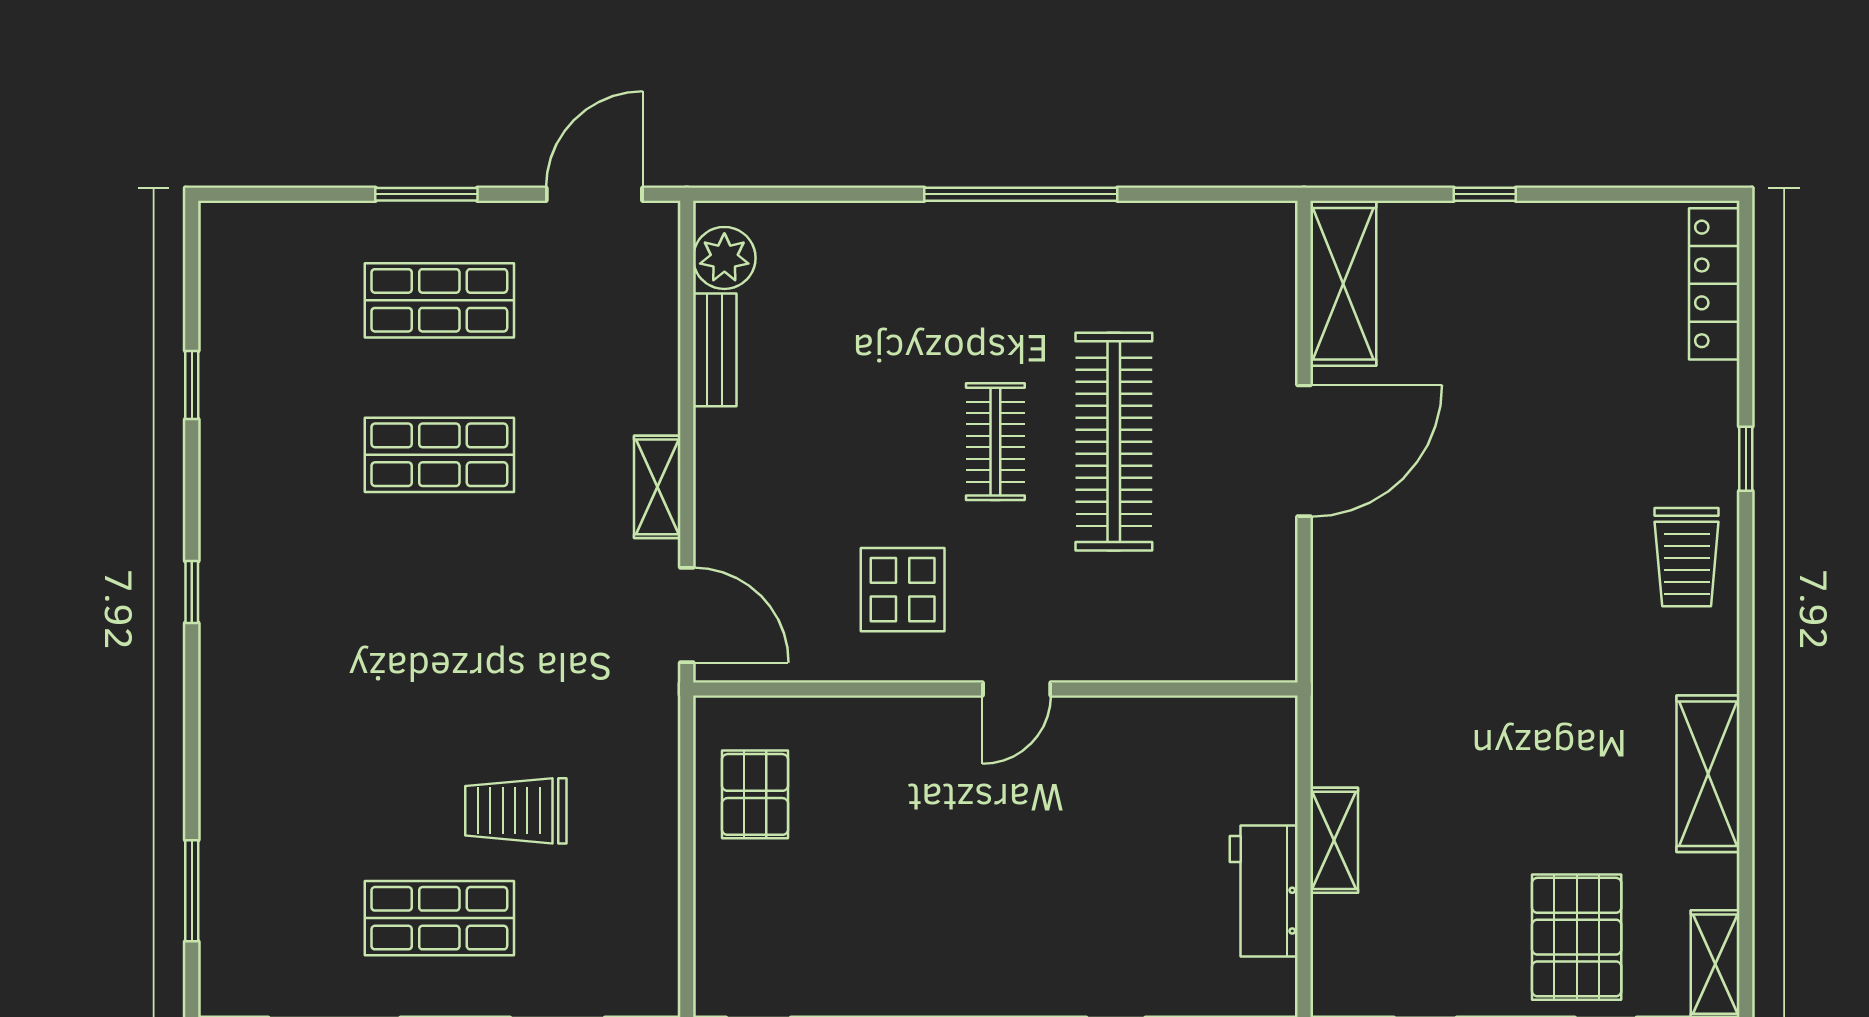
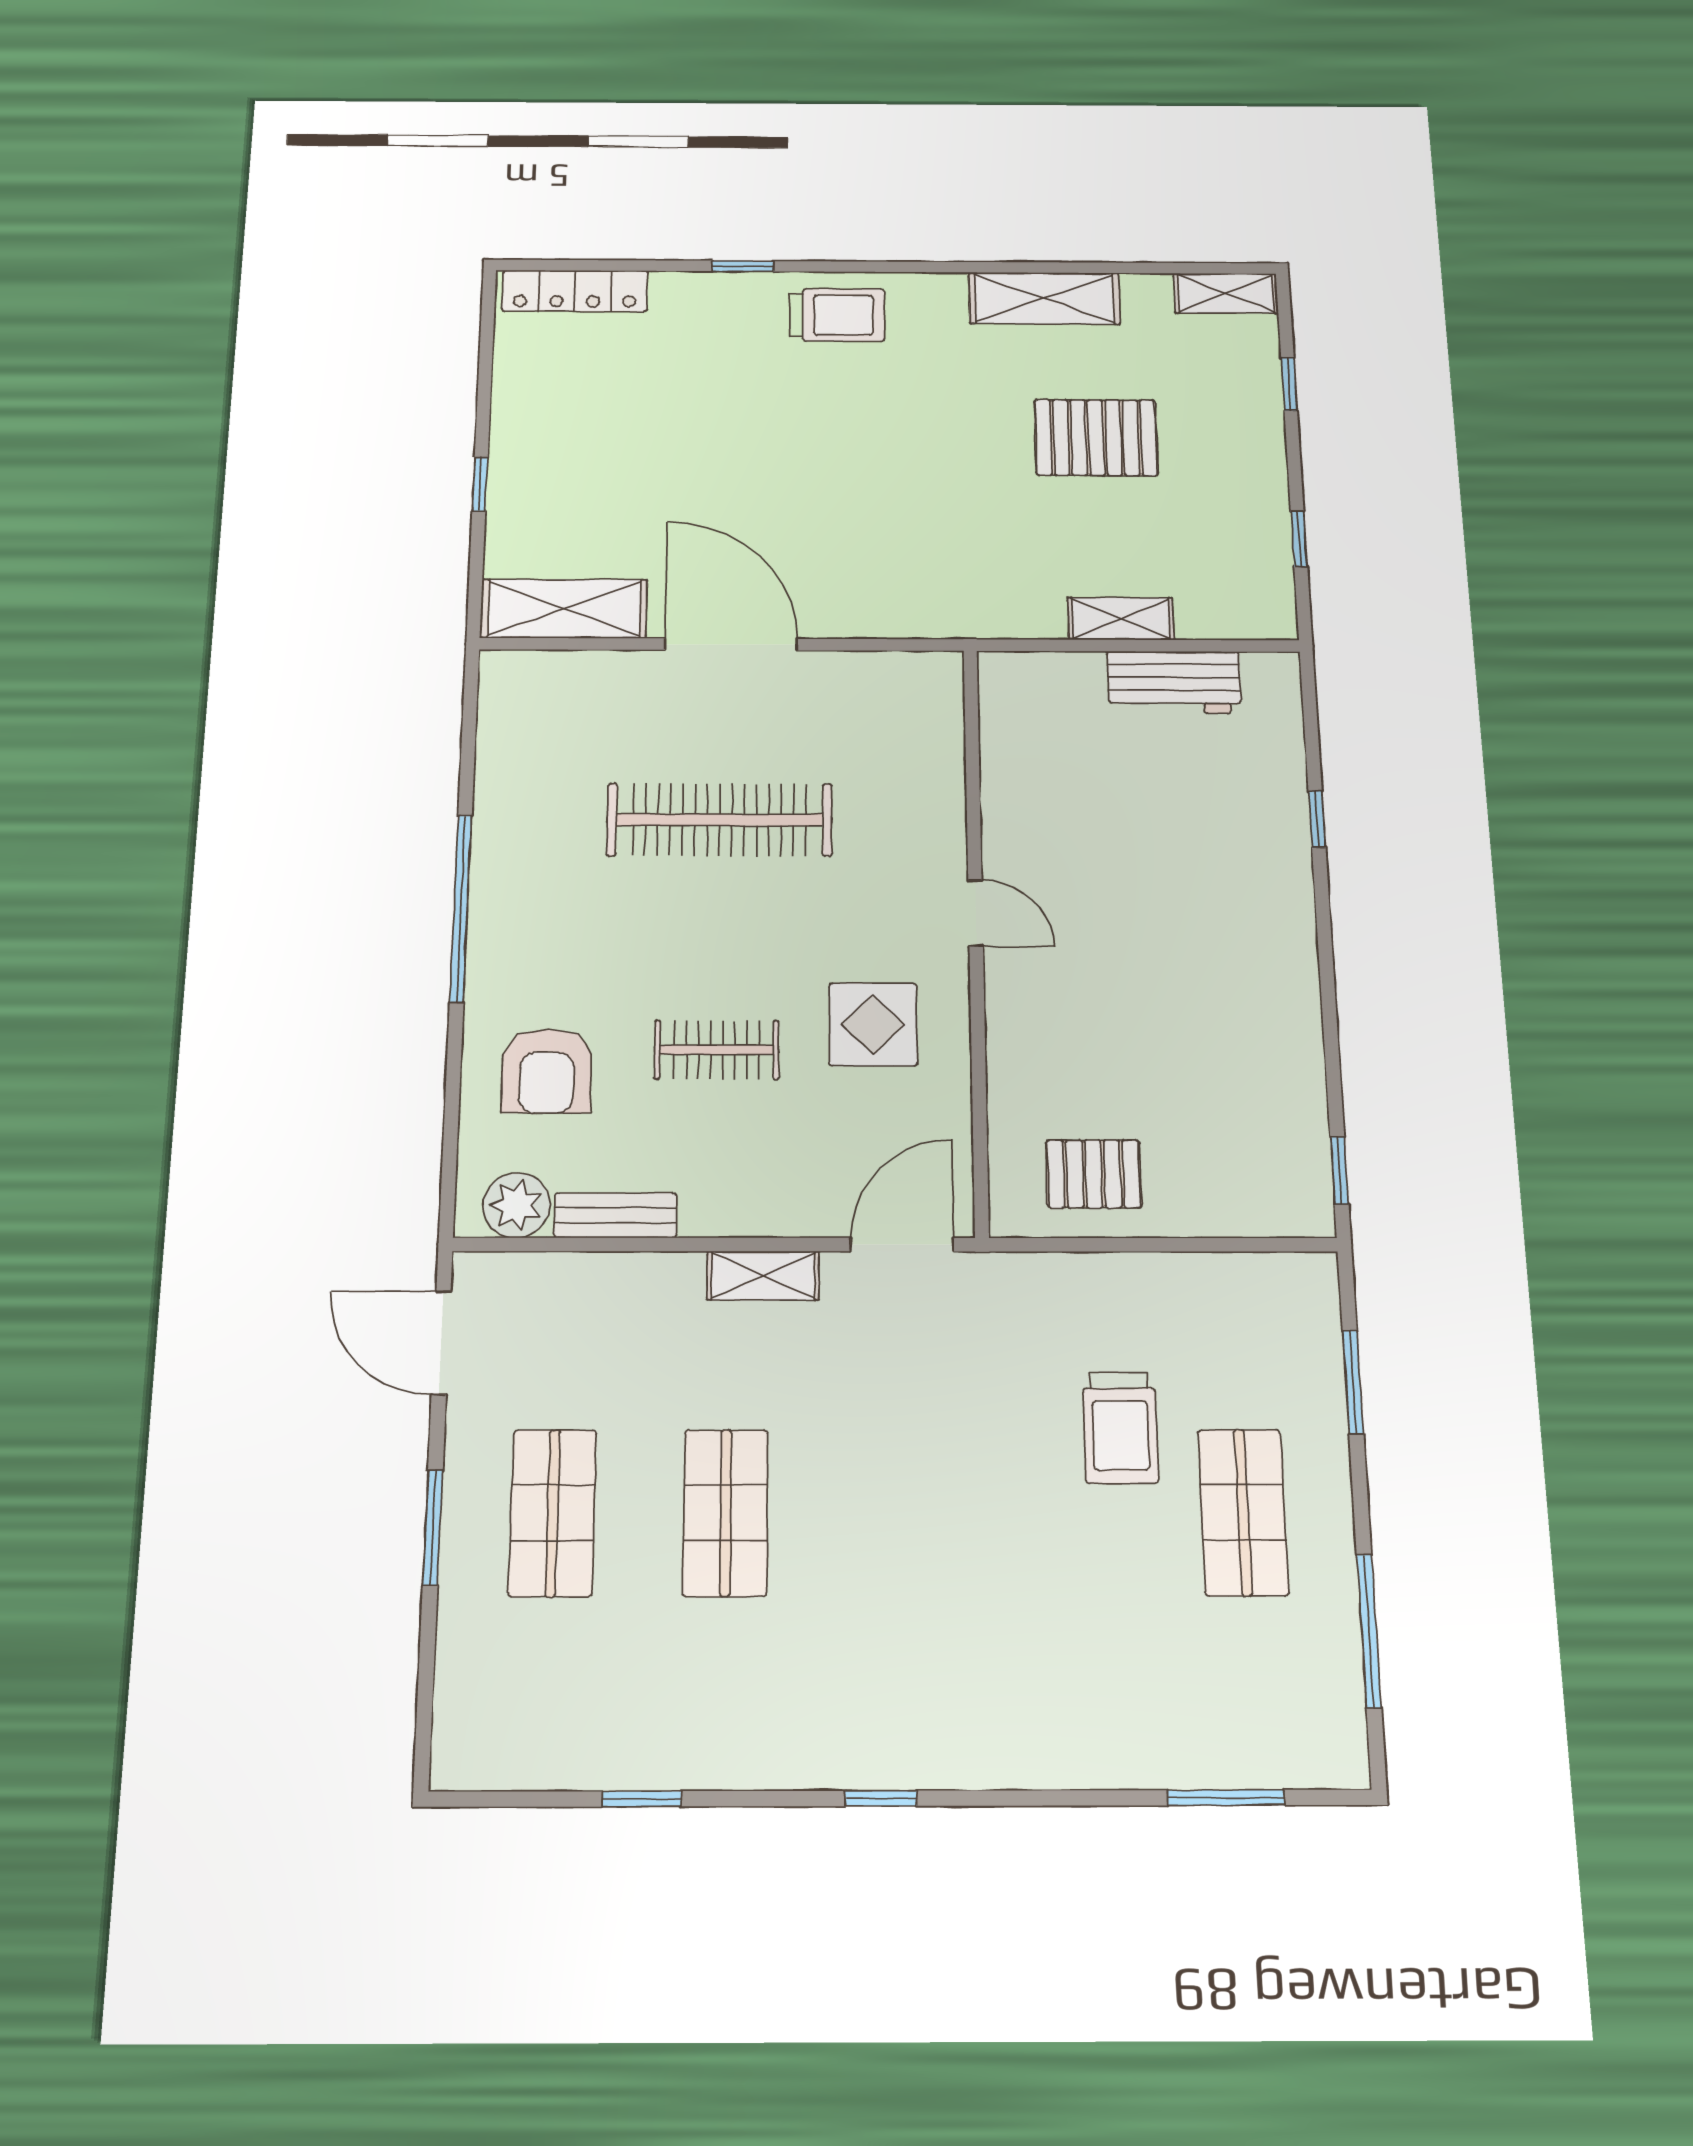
armchair: (856, 282) -> (547, 1071), added
clothes rail: (995, 442) -> (717, 1050), moved
pallet: (1577, 937) -> (1096, 438), moved

